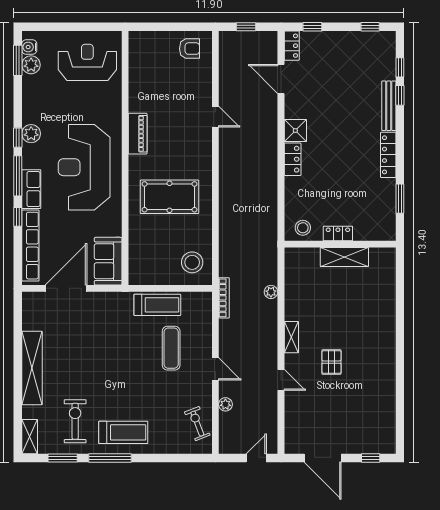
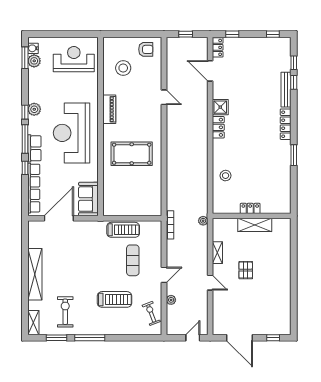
locker: (338, 233) -> (250, 208), moved
wall: (340, 244) -> (252, 216), moved
shelving: (344, 257) -> (255, 225), moved
stool: (192, 262) -> (123, 68), moved
door: (215, 369) -> (164, 275), hinge flipped
treadmill: (123, 432) -> (115, 299), moved

